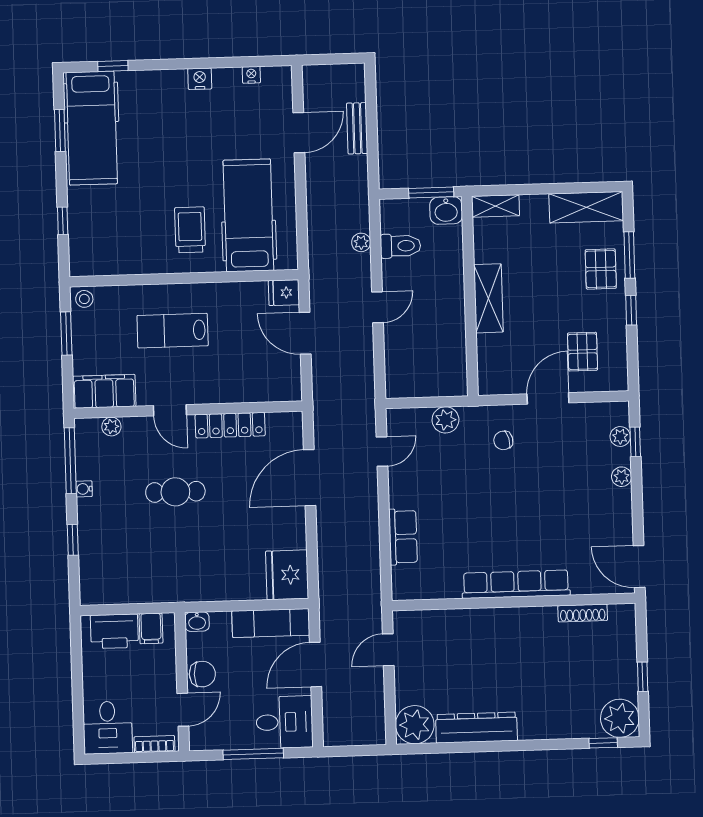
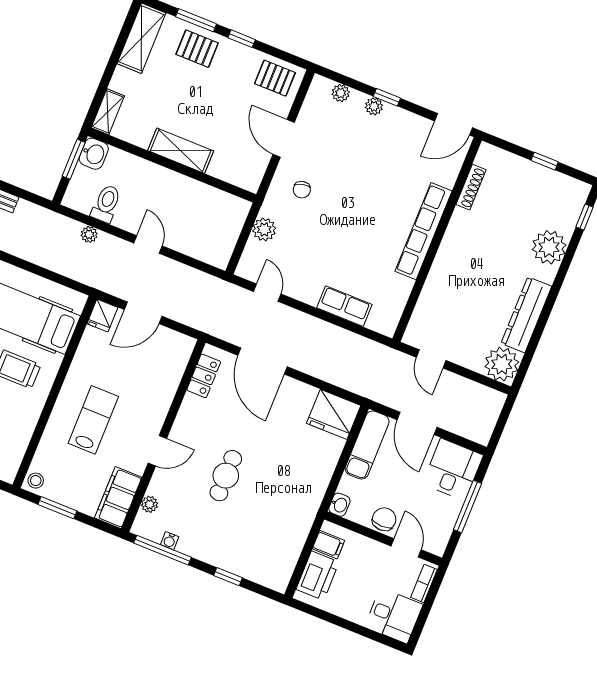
lab bench: (173, 331) -> (93, 420), turned 180
pallet: (583, 352) -> (275, 78), moved
locker: (230, 425) -> (204, 376), moved, width x0.66
window: (635, 442) -> (387, 97), moved
water cooler: (84, 489) -> (170, 541), moved
plant: (620, 718) -> (549, 247), moved

